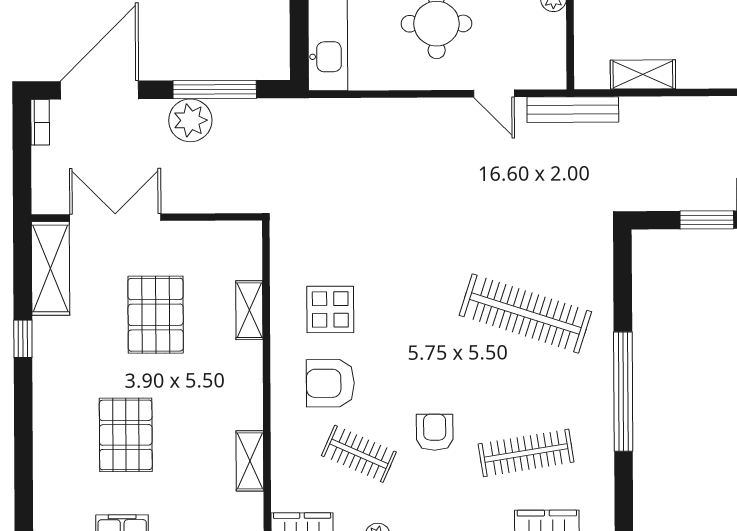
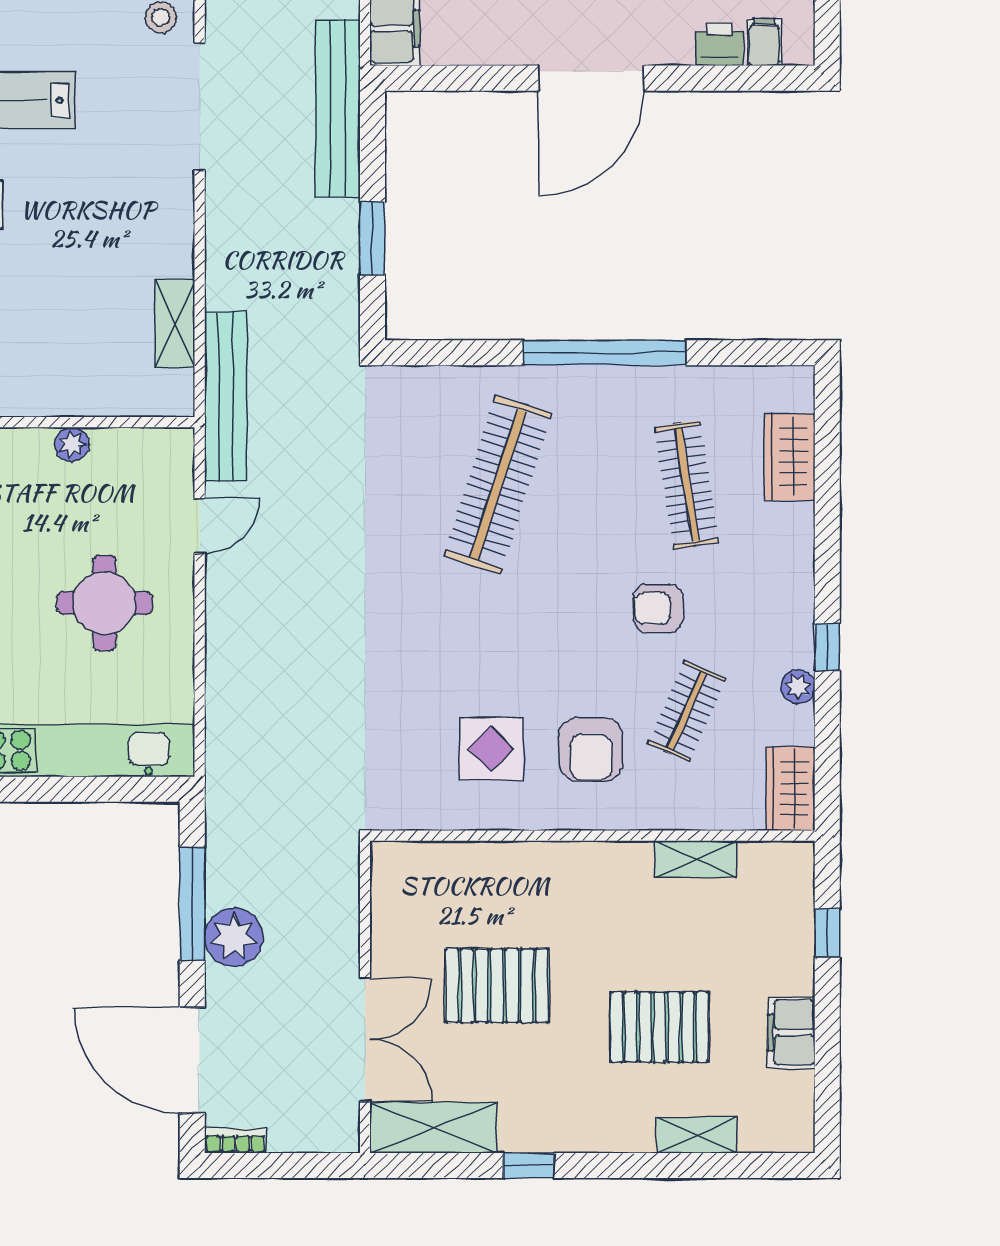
bench: (573, 110) -> (226, 396), width x1.37, depth x1.21
double door: (115, 218) -> (365, 1040), swing flipped
shelving: (249, 310) -> (697, 1135), moved

